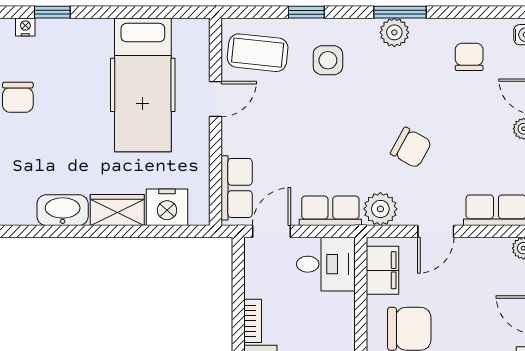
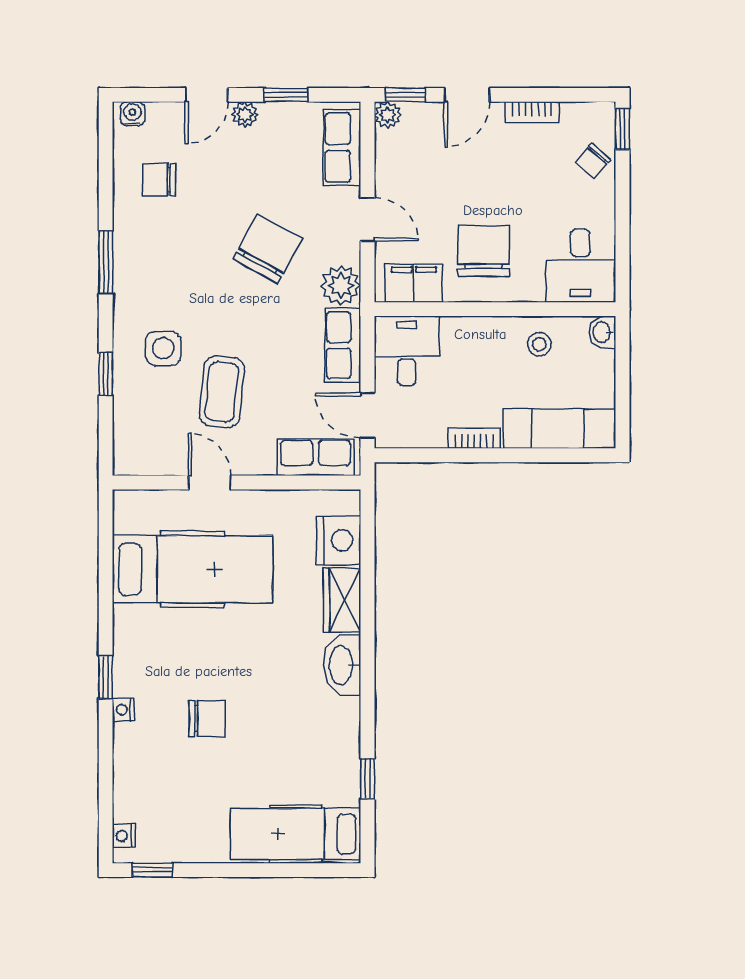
plant: (394, 32) -> (130, 269), removed
coffee table: (258, 53) -> (222, 392), moved
chair: (411, 148) -> (268, 249), width x1.37, depth x1.37

